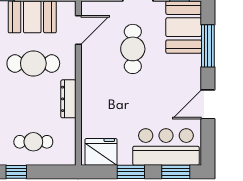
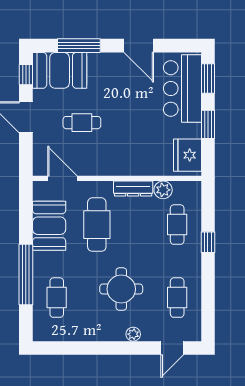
cafe table: (133, 49) -> (82, 123), width x0.73, depth x0.74
plant: (67, 128) -> (163, 190), added

